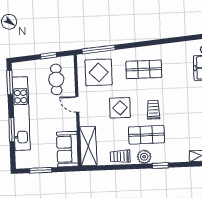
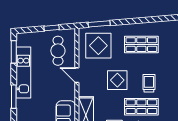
window: (98, 49) -> (99, 24), width x0.69
kitchen unit: (21, 114) -> (23, 72), width x0.73

